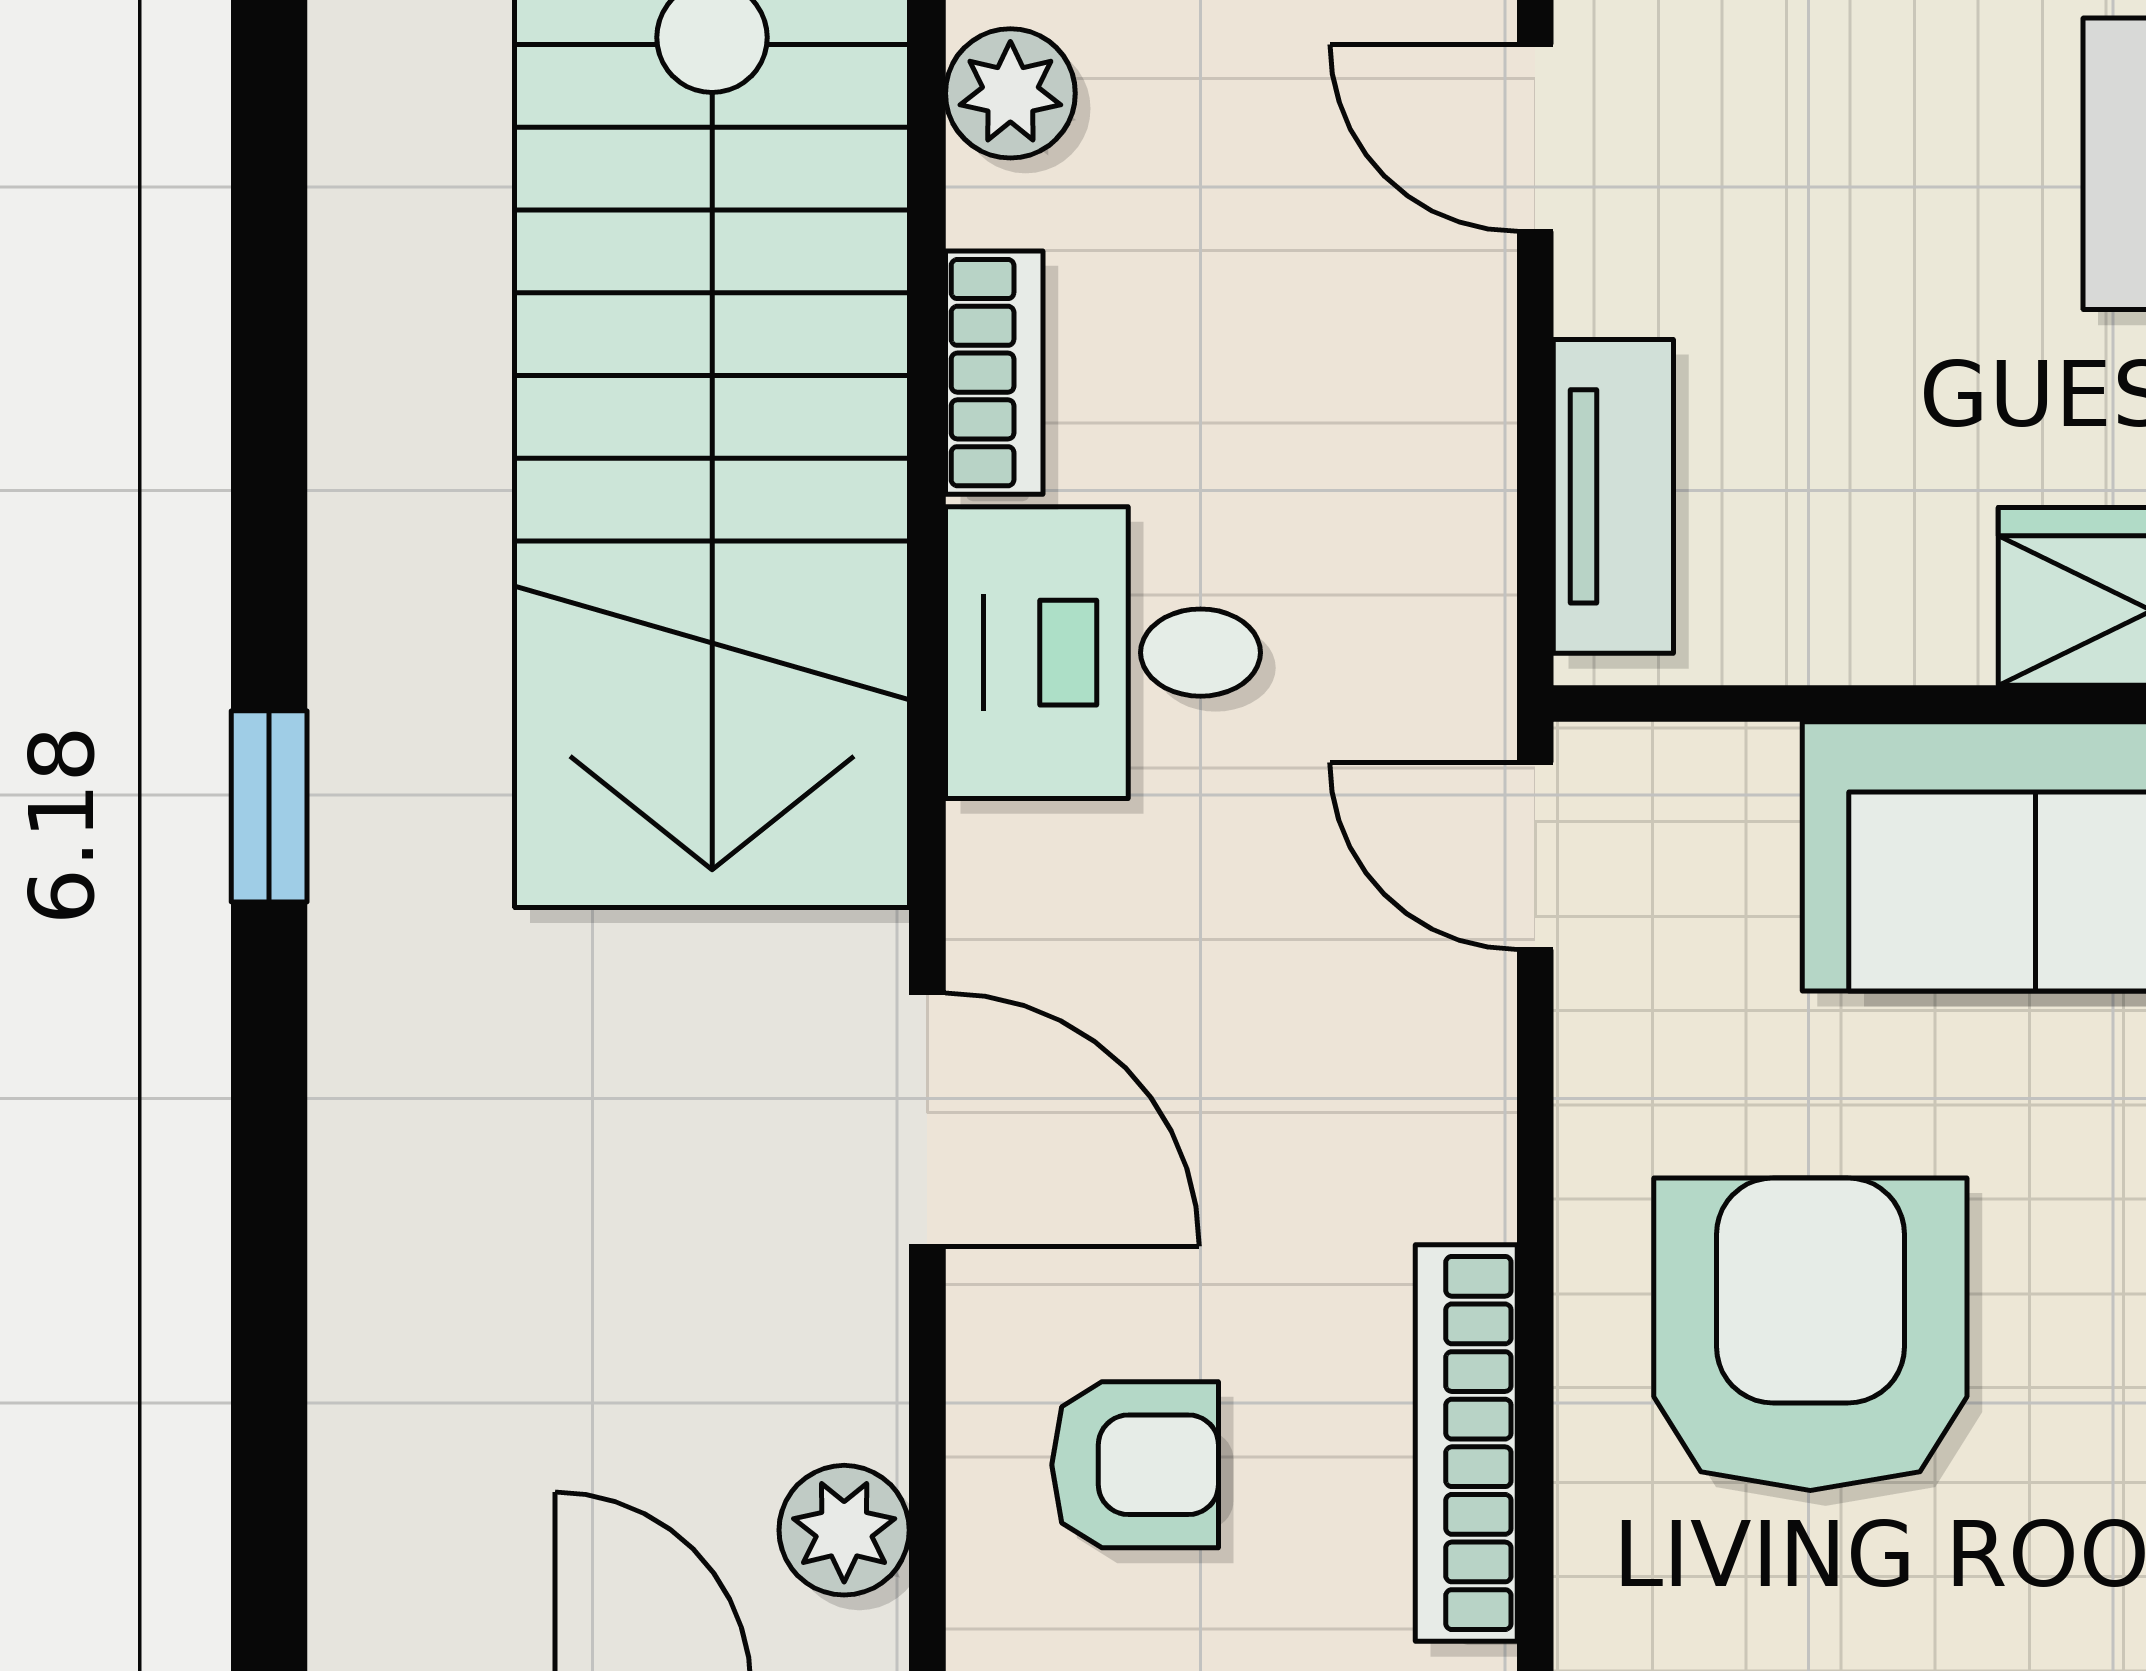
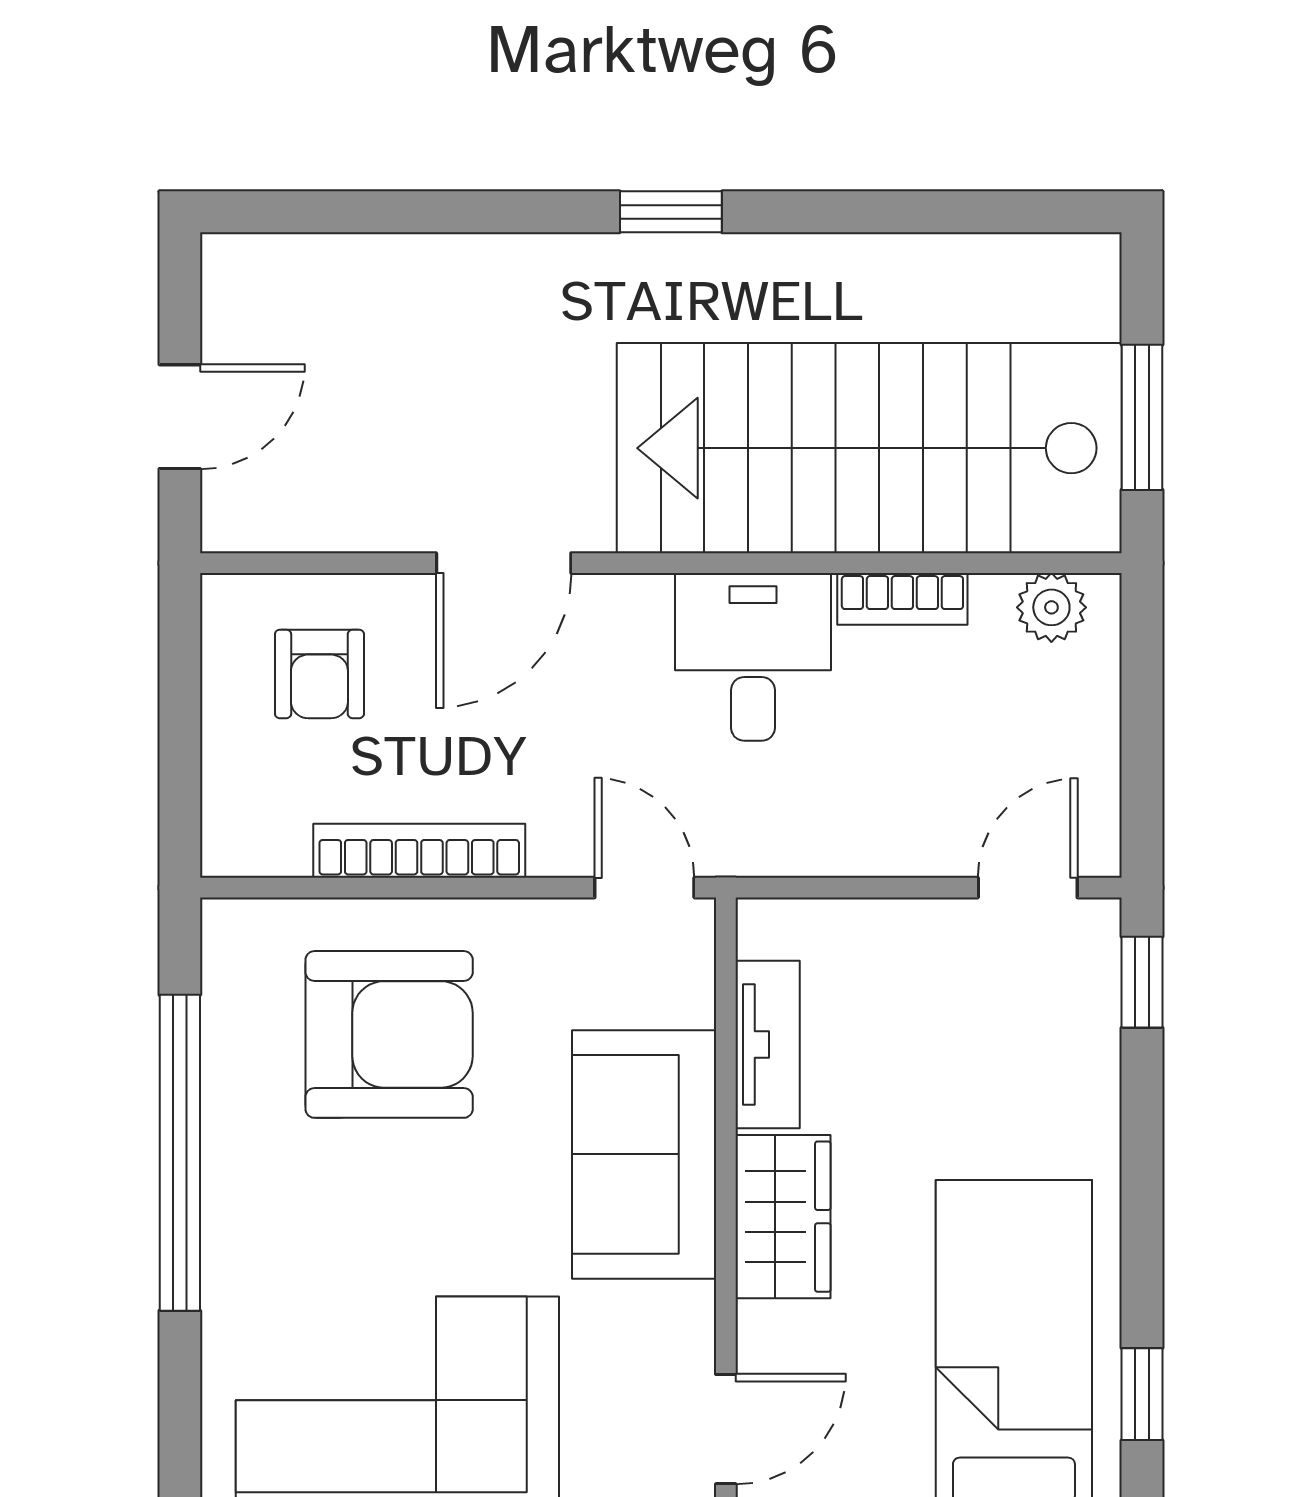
tv unit: (1613, 496) -> (768, 1045), moved, turned -90
door: (1535, 856) -> (644, 888), hinge flipped
bookcase: (1466, 1443) -> (419, 851), moved
plant: (844, 1530) -> (285, 519), removed

